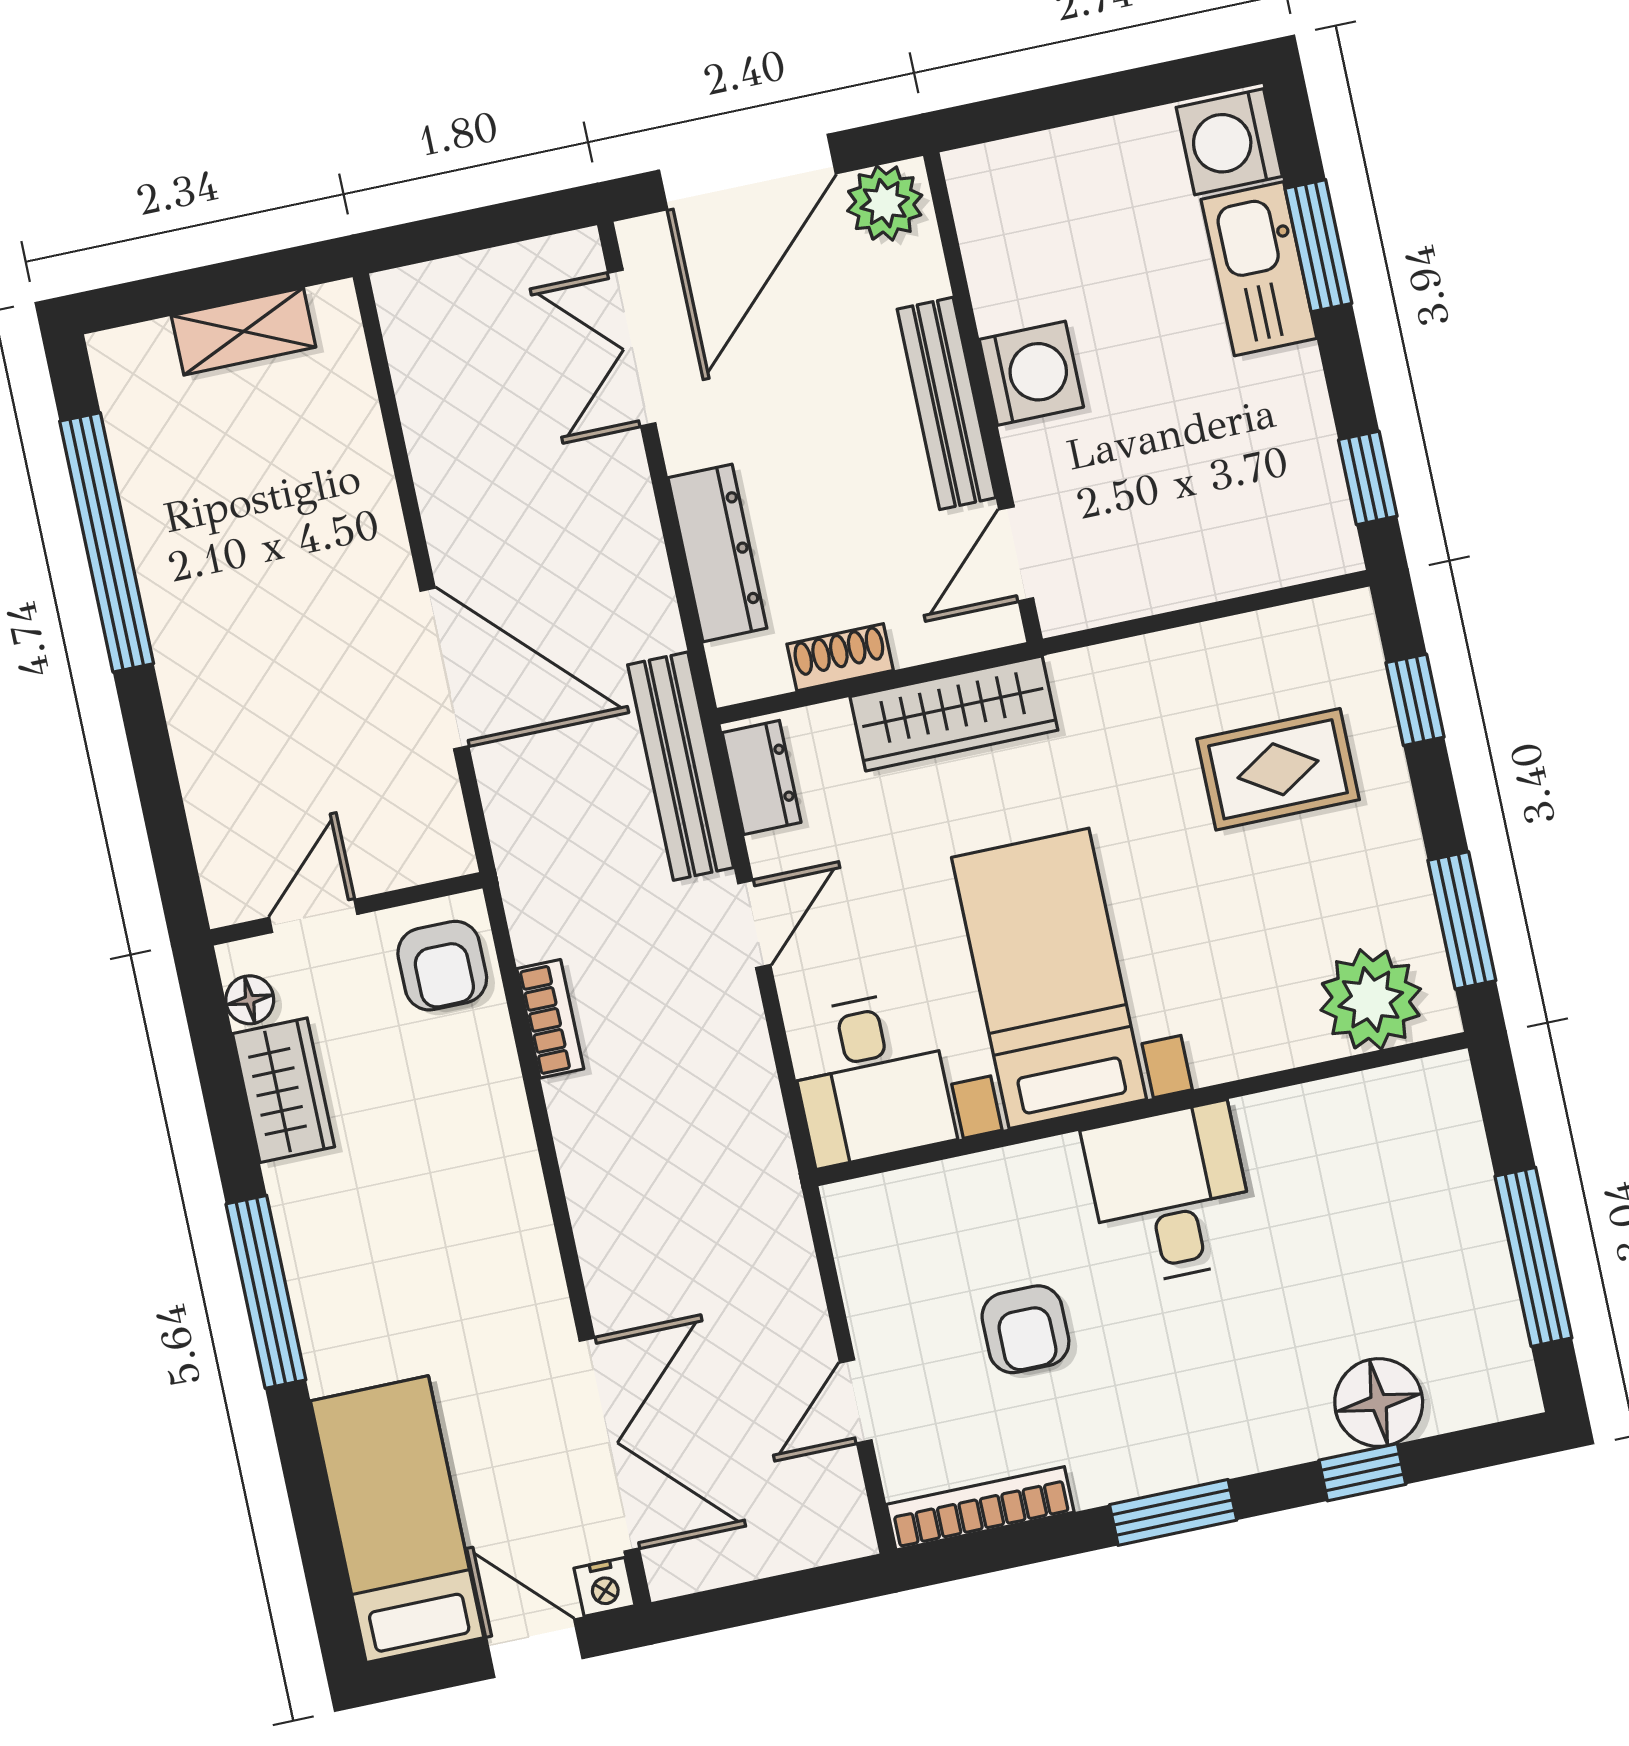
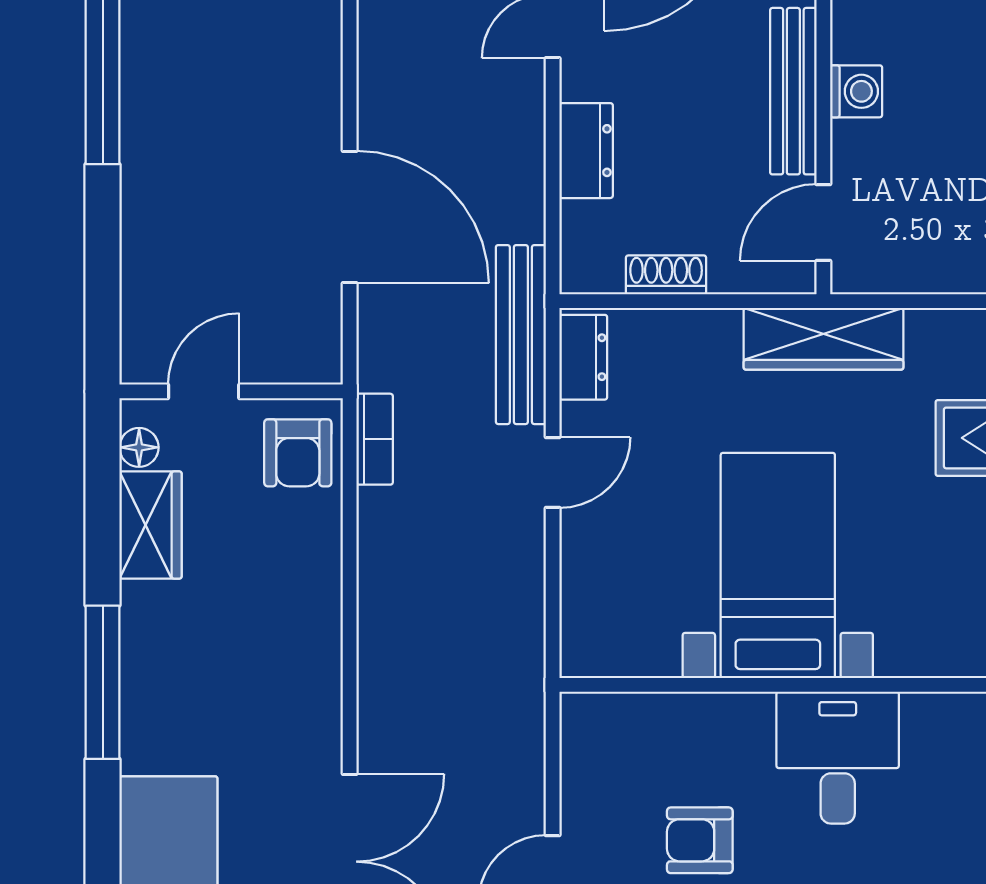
washing machine: (1031, 373) -> (856, 91), width x0.73, depth x0.73
dresser: (717, 553) -> (586, 151), width x0.70
wardrobe: (954, 713) -> (823, 339), moved
bookcase: (550, 1019) -> (375, 439), moved
desk: (871, 1078) -> (619, 614), removed
armchair: (1025, 1329) -> (700, 840), turned 90

